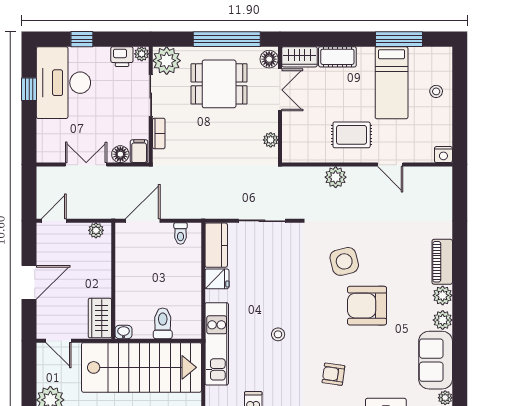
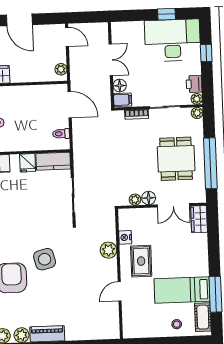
cot: (337, 57) -> (203, 317), moved
floor lamp: (269, 59) -> (149, 198), moved
plant: (167, 61) -> (197, 113), width x0.53, depth x0.53
nightstand: (443, 155) -> (125, 237), moved

